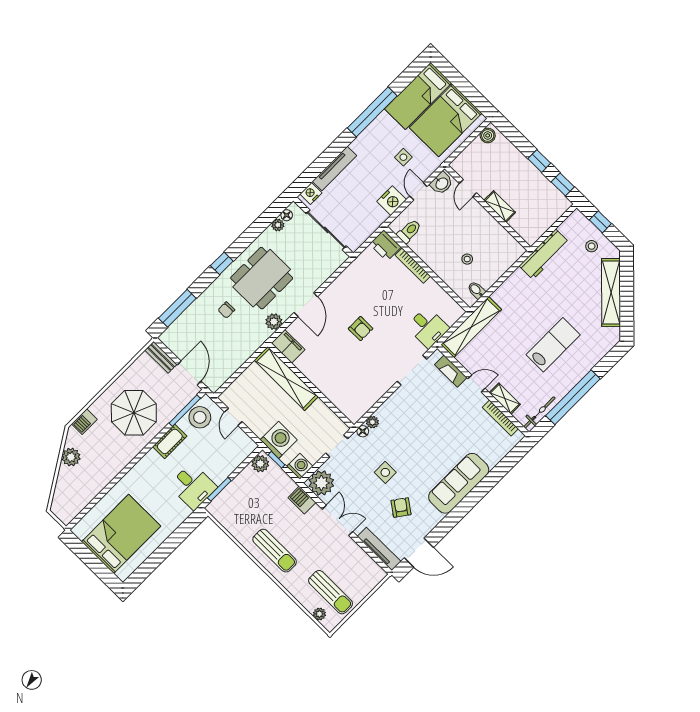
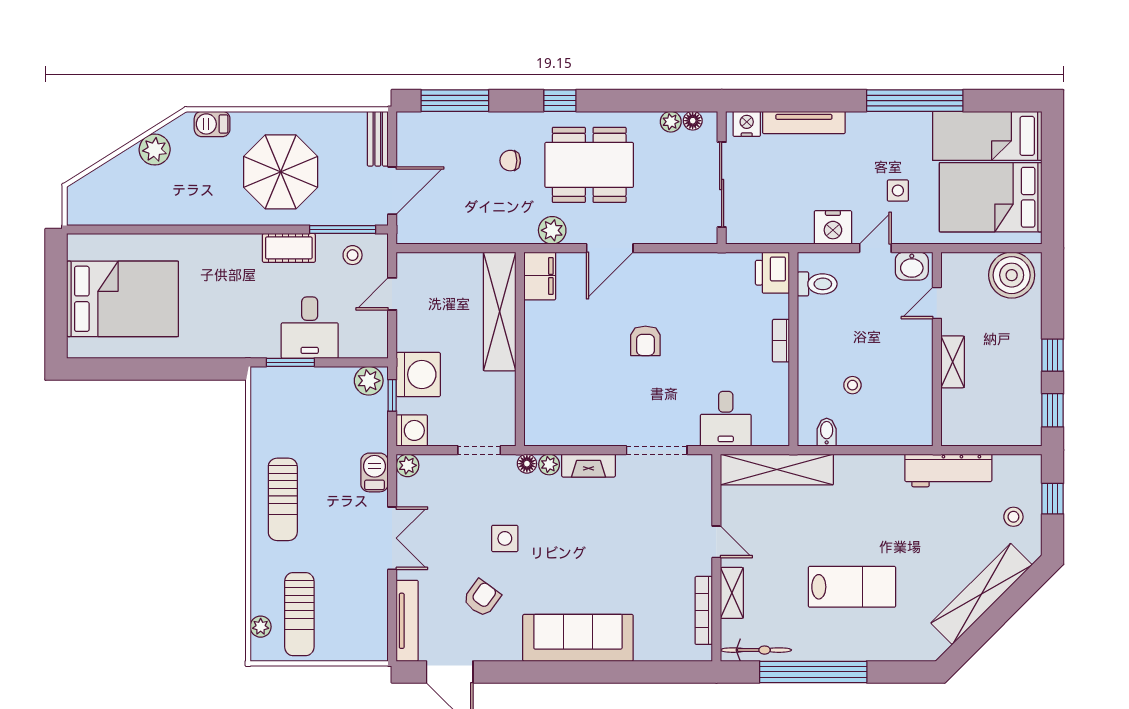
boiler: (488, 135) -> (1012, 275), width x1.86, depth x1.86
bookcase: (413, 266) -> (781, 341), width x0.64
fireplace: (451, 371) -> (588, 466), moved, turned -90
stool: (200, 417) -> (353, 255), width x0.53, depth x0.53
plant: (321, 483) -> (408, 465), width x0.53, depth x0.53
desk: (193, 486) -> (310, 328), moved

